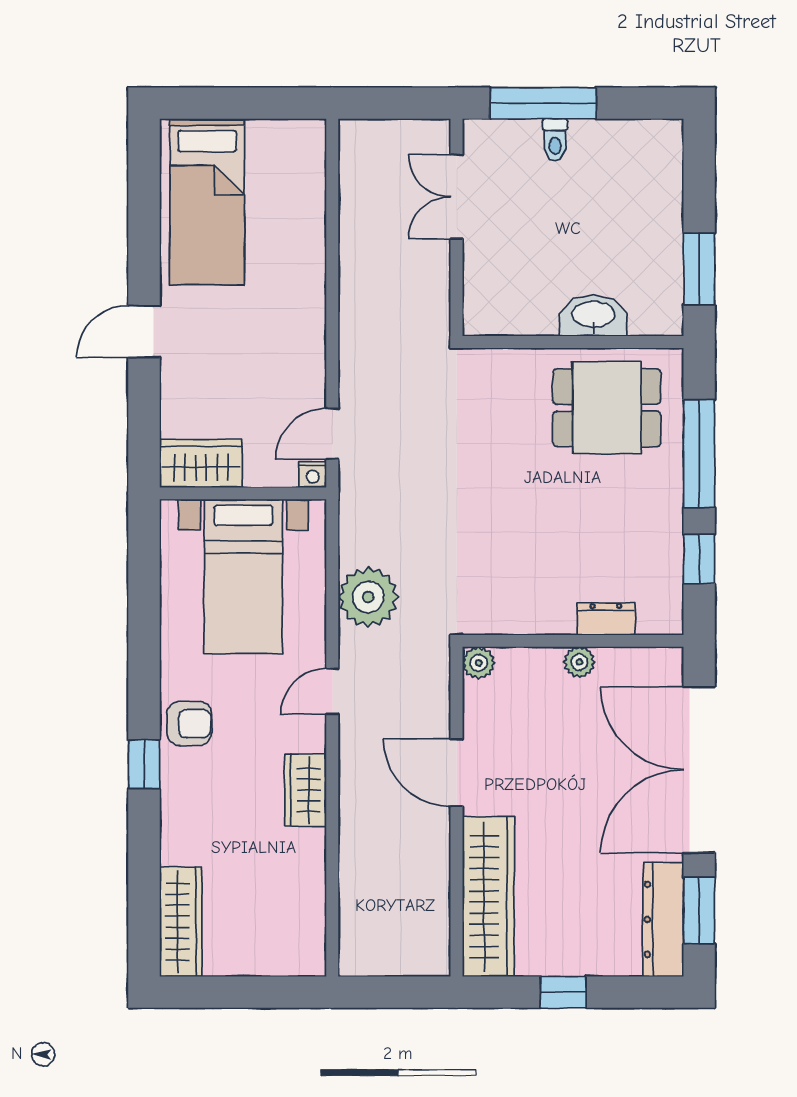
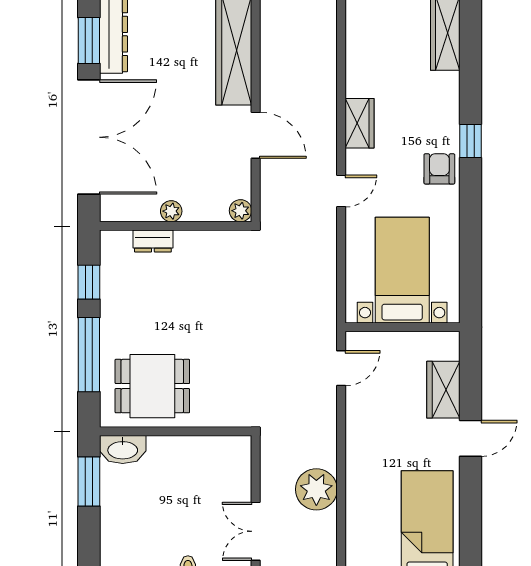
double door: (457, 197) -> (256, 531), swing flipped
washbasin: (593, 316) -> (123, 449), moved
wardrobe: (201, 463) -> (443, 390), moved, turned 90
nightstand: (313, 474) -> (355, 340), removed
plant: (368, 597) -> (316, 489), moved
armchair: (189, 724) -> (439, 169), turned 90

